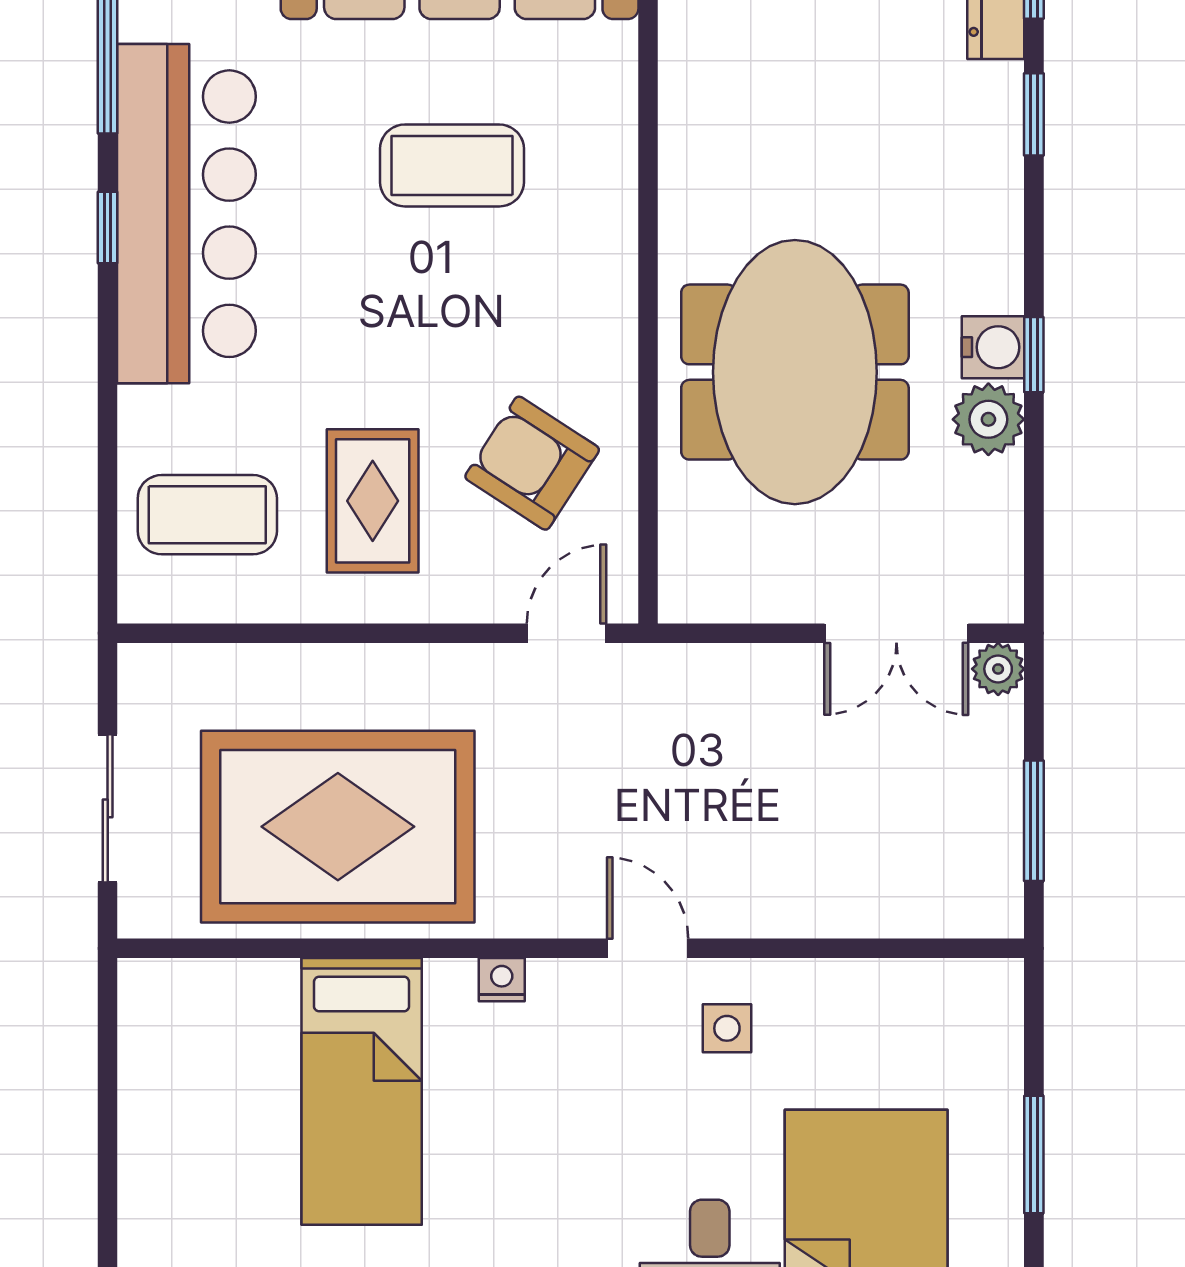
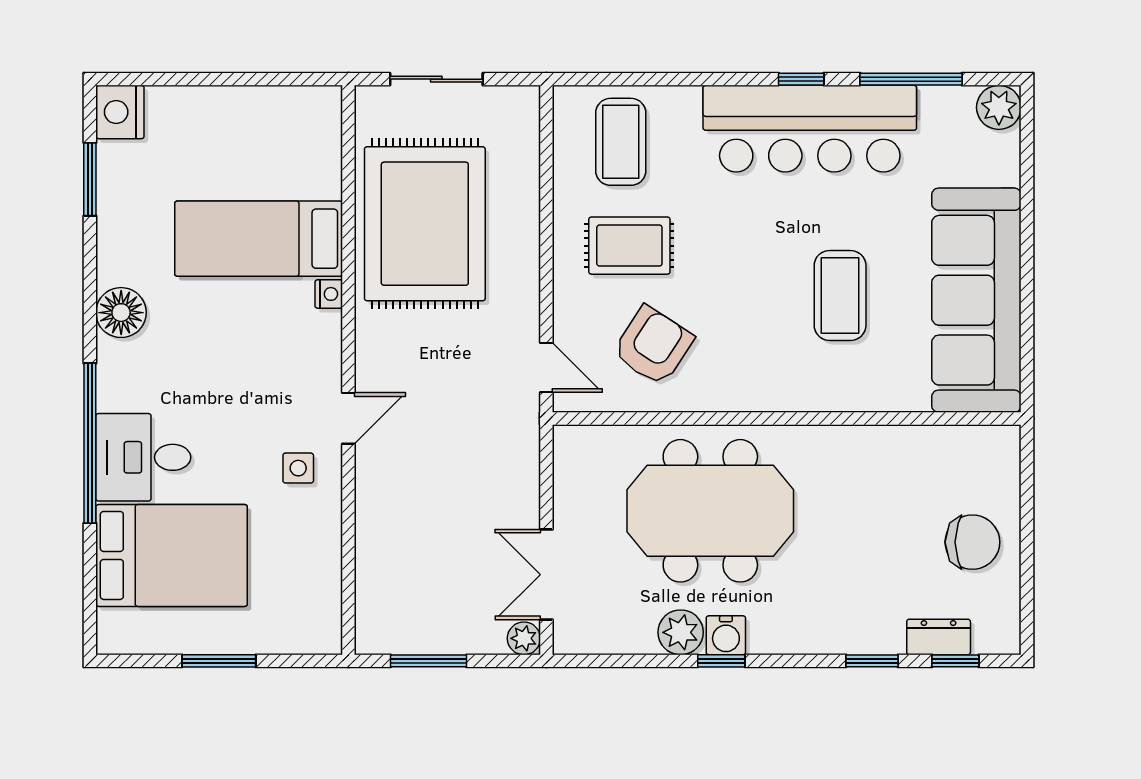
nightstand: (502, 980) -> (329, 294), moved

